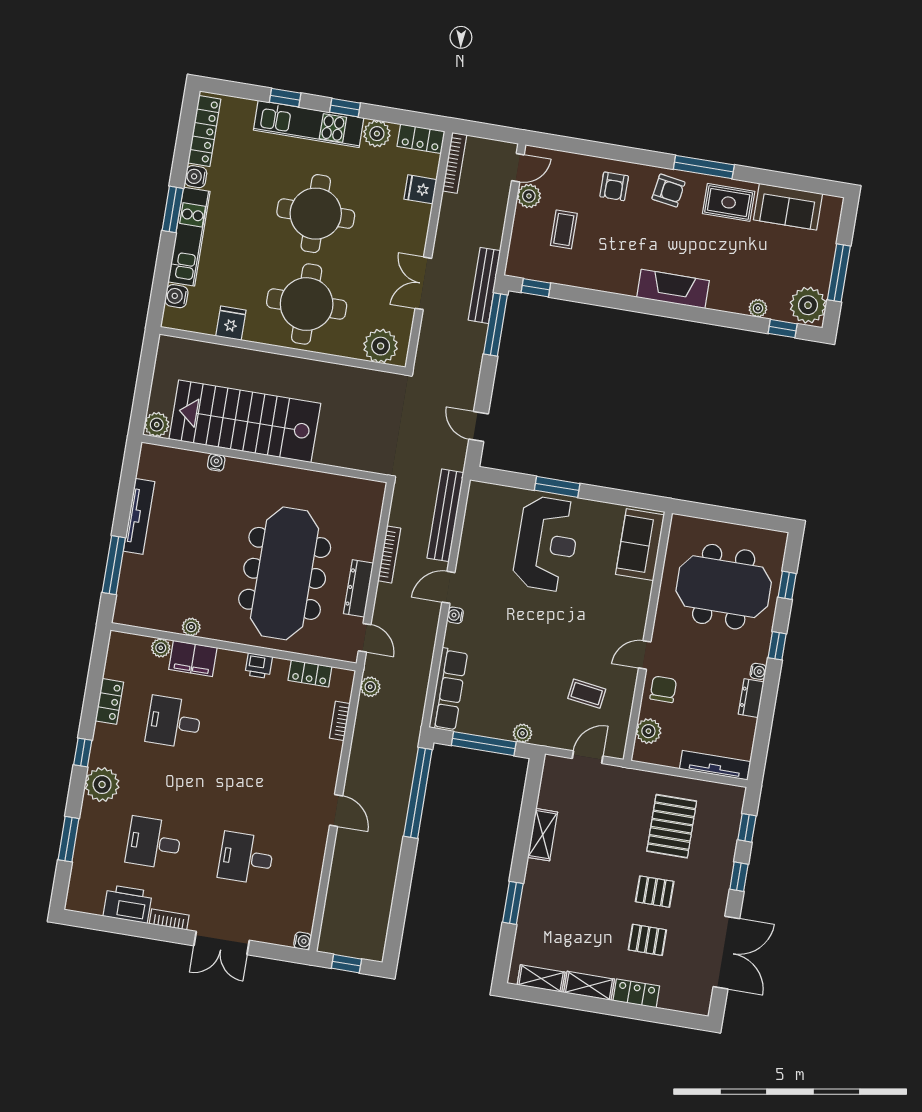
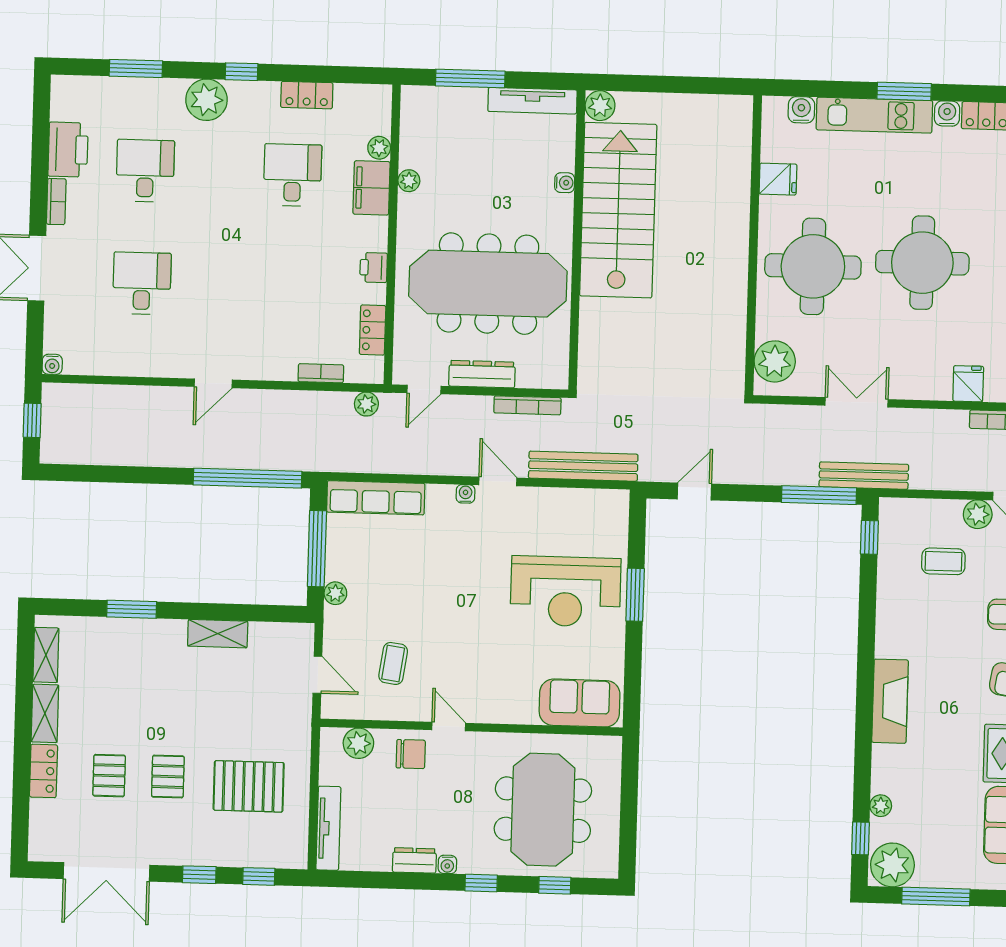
stairs: (245, 421) -> (618, 210), moved
plant: (157, 425) -> (600, 106), moved
wall: (265, 459) -> (577, 240), moved
water cooler: (216, 462) -> (565, 183), moved

